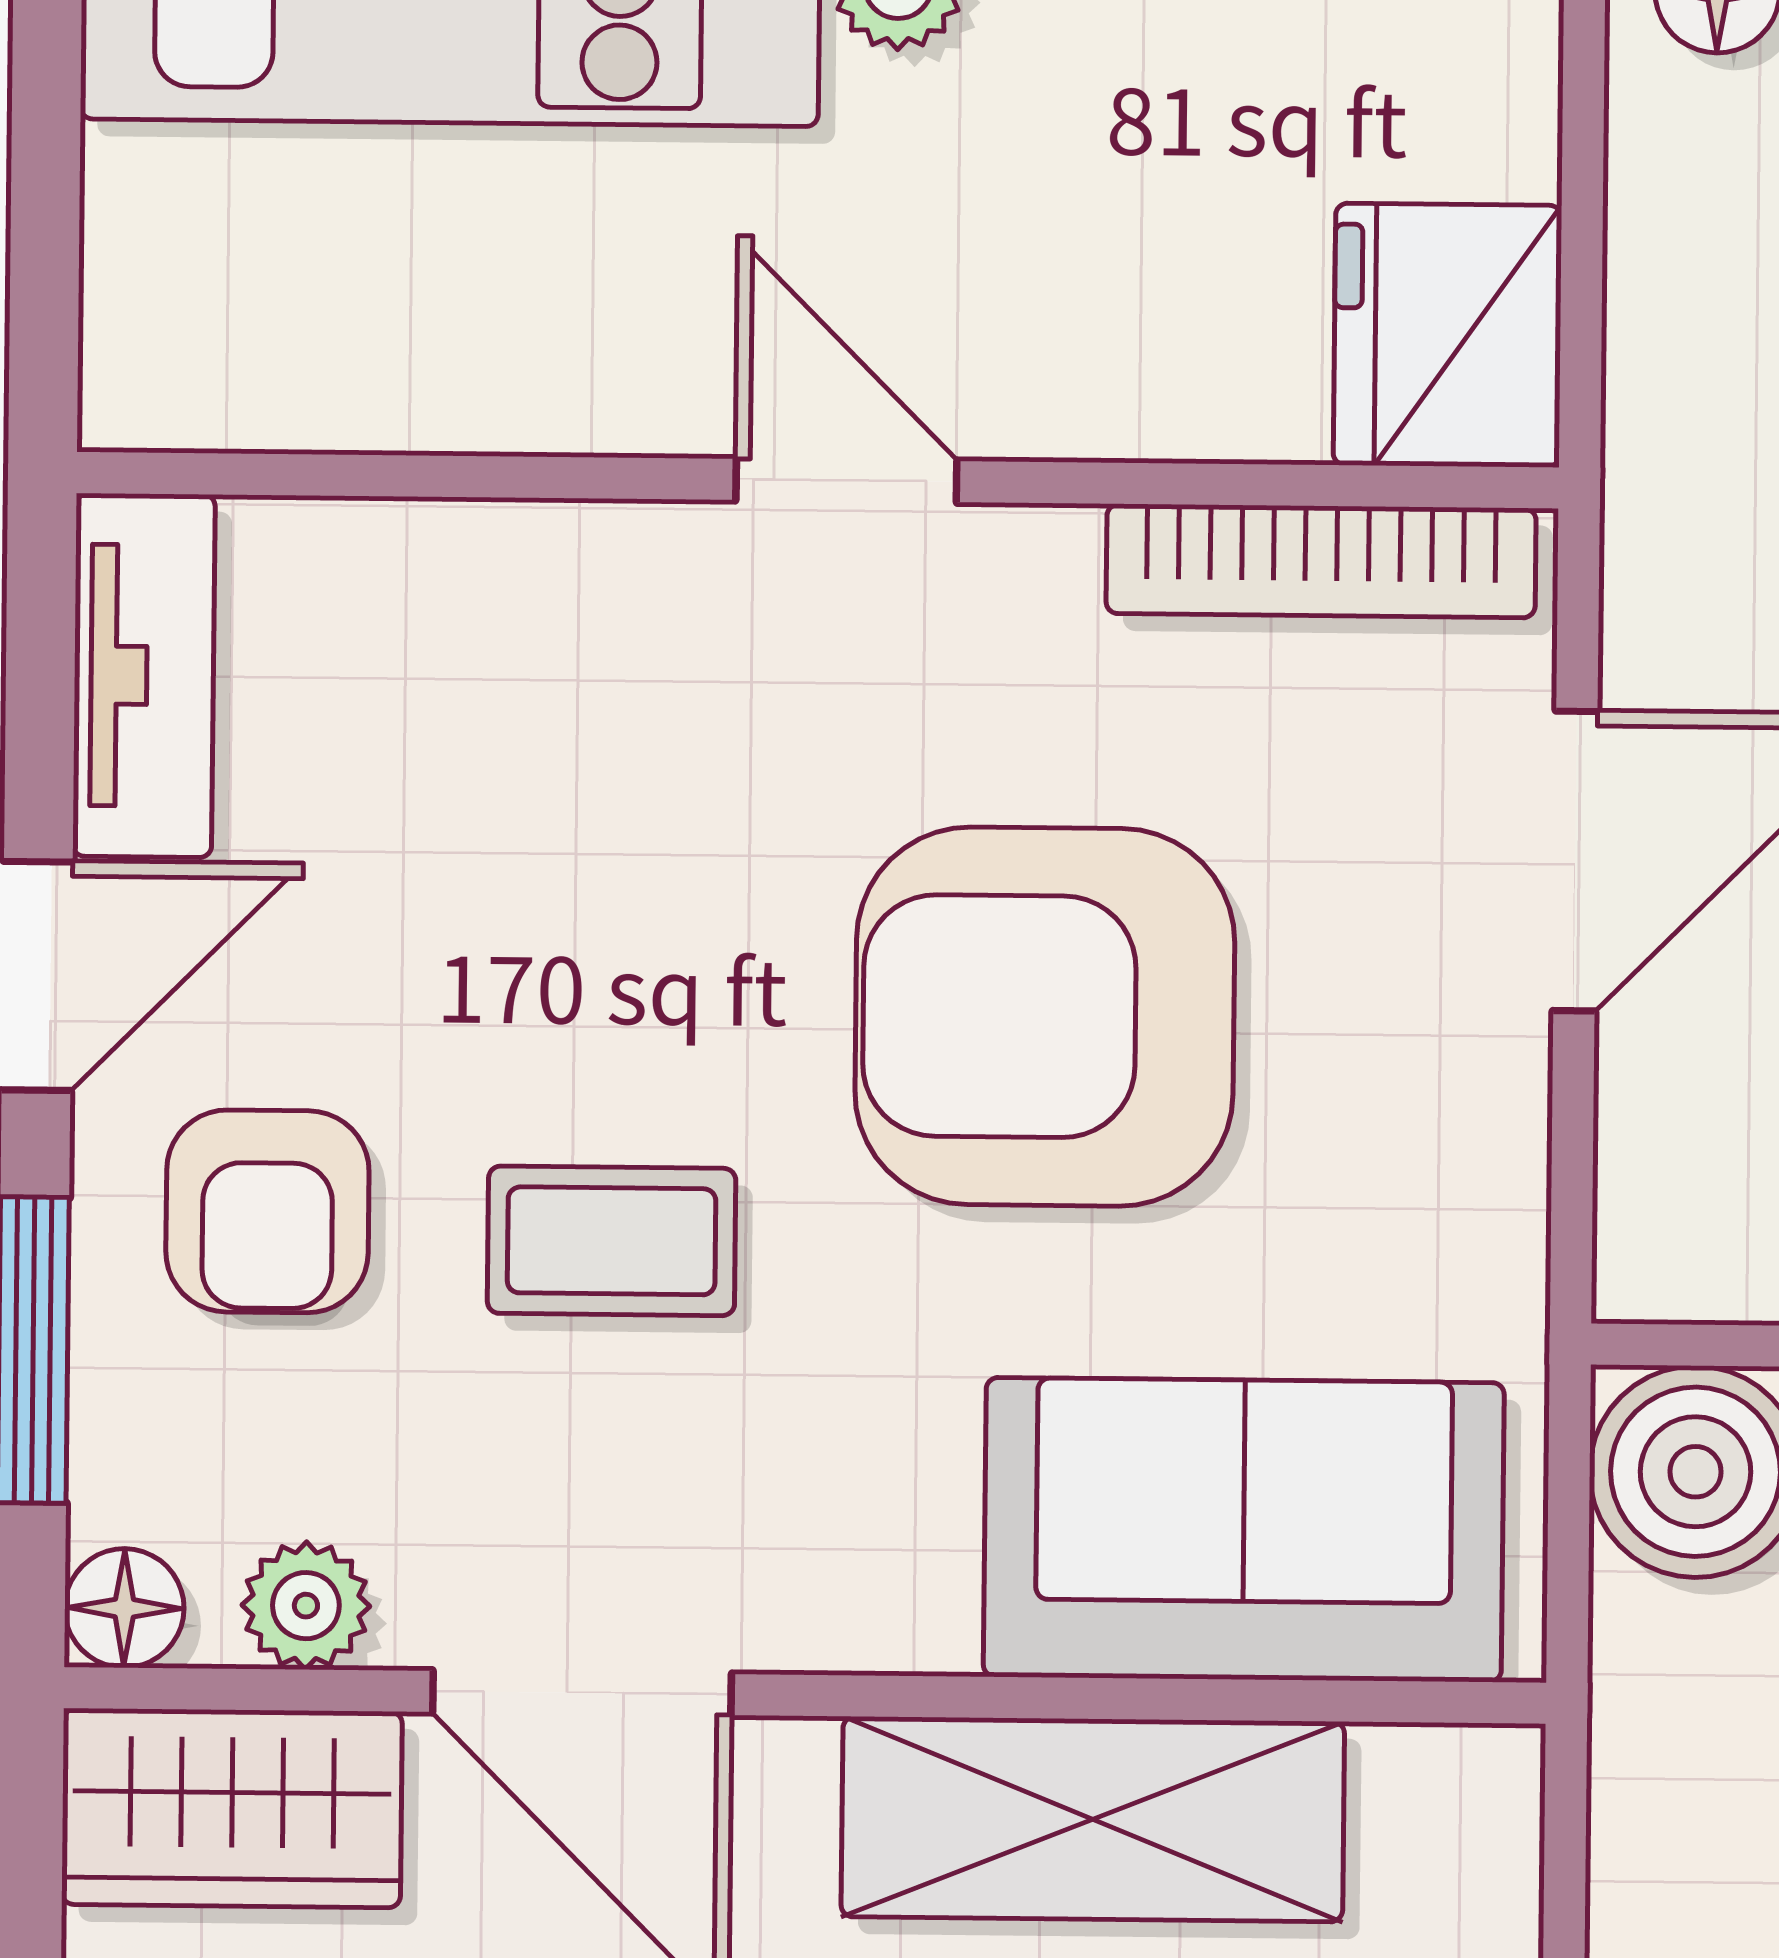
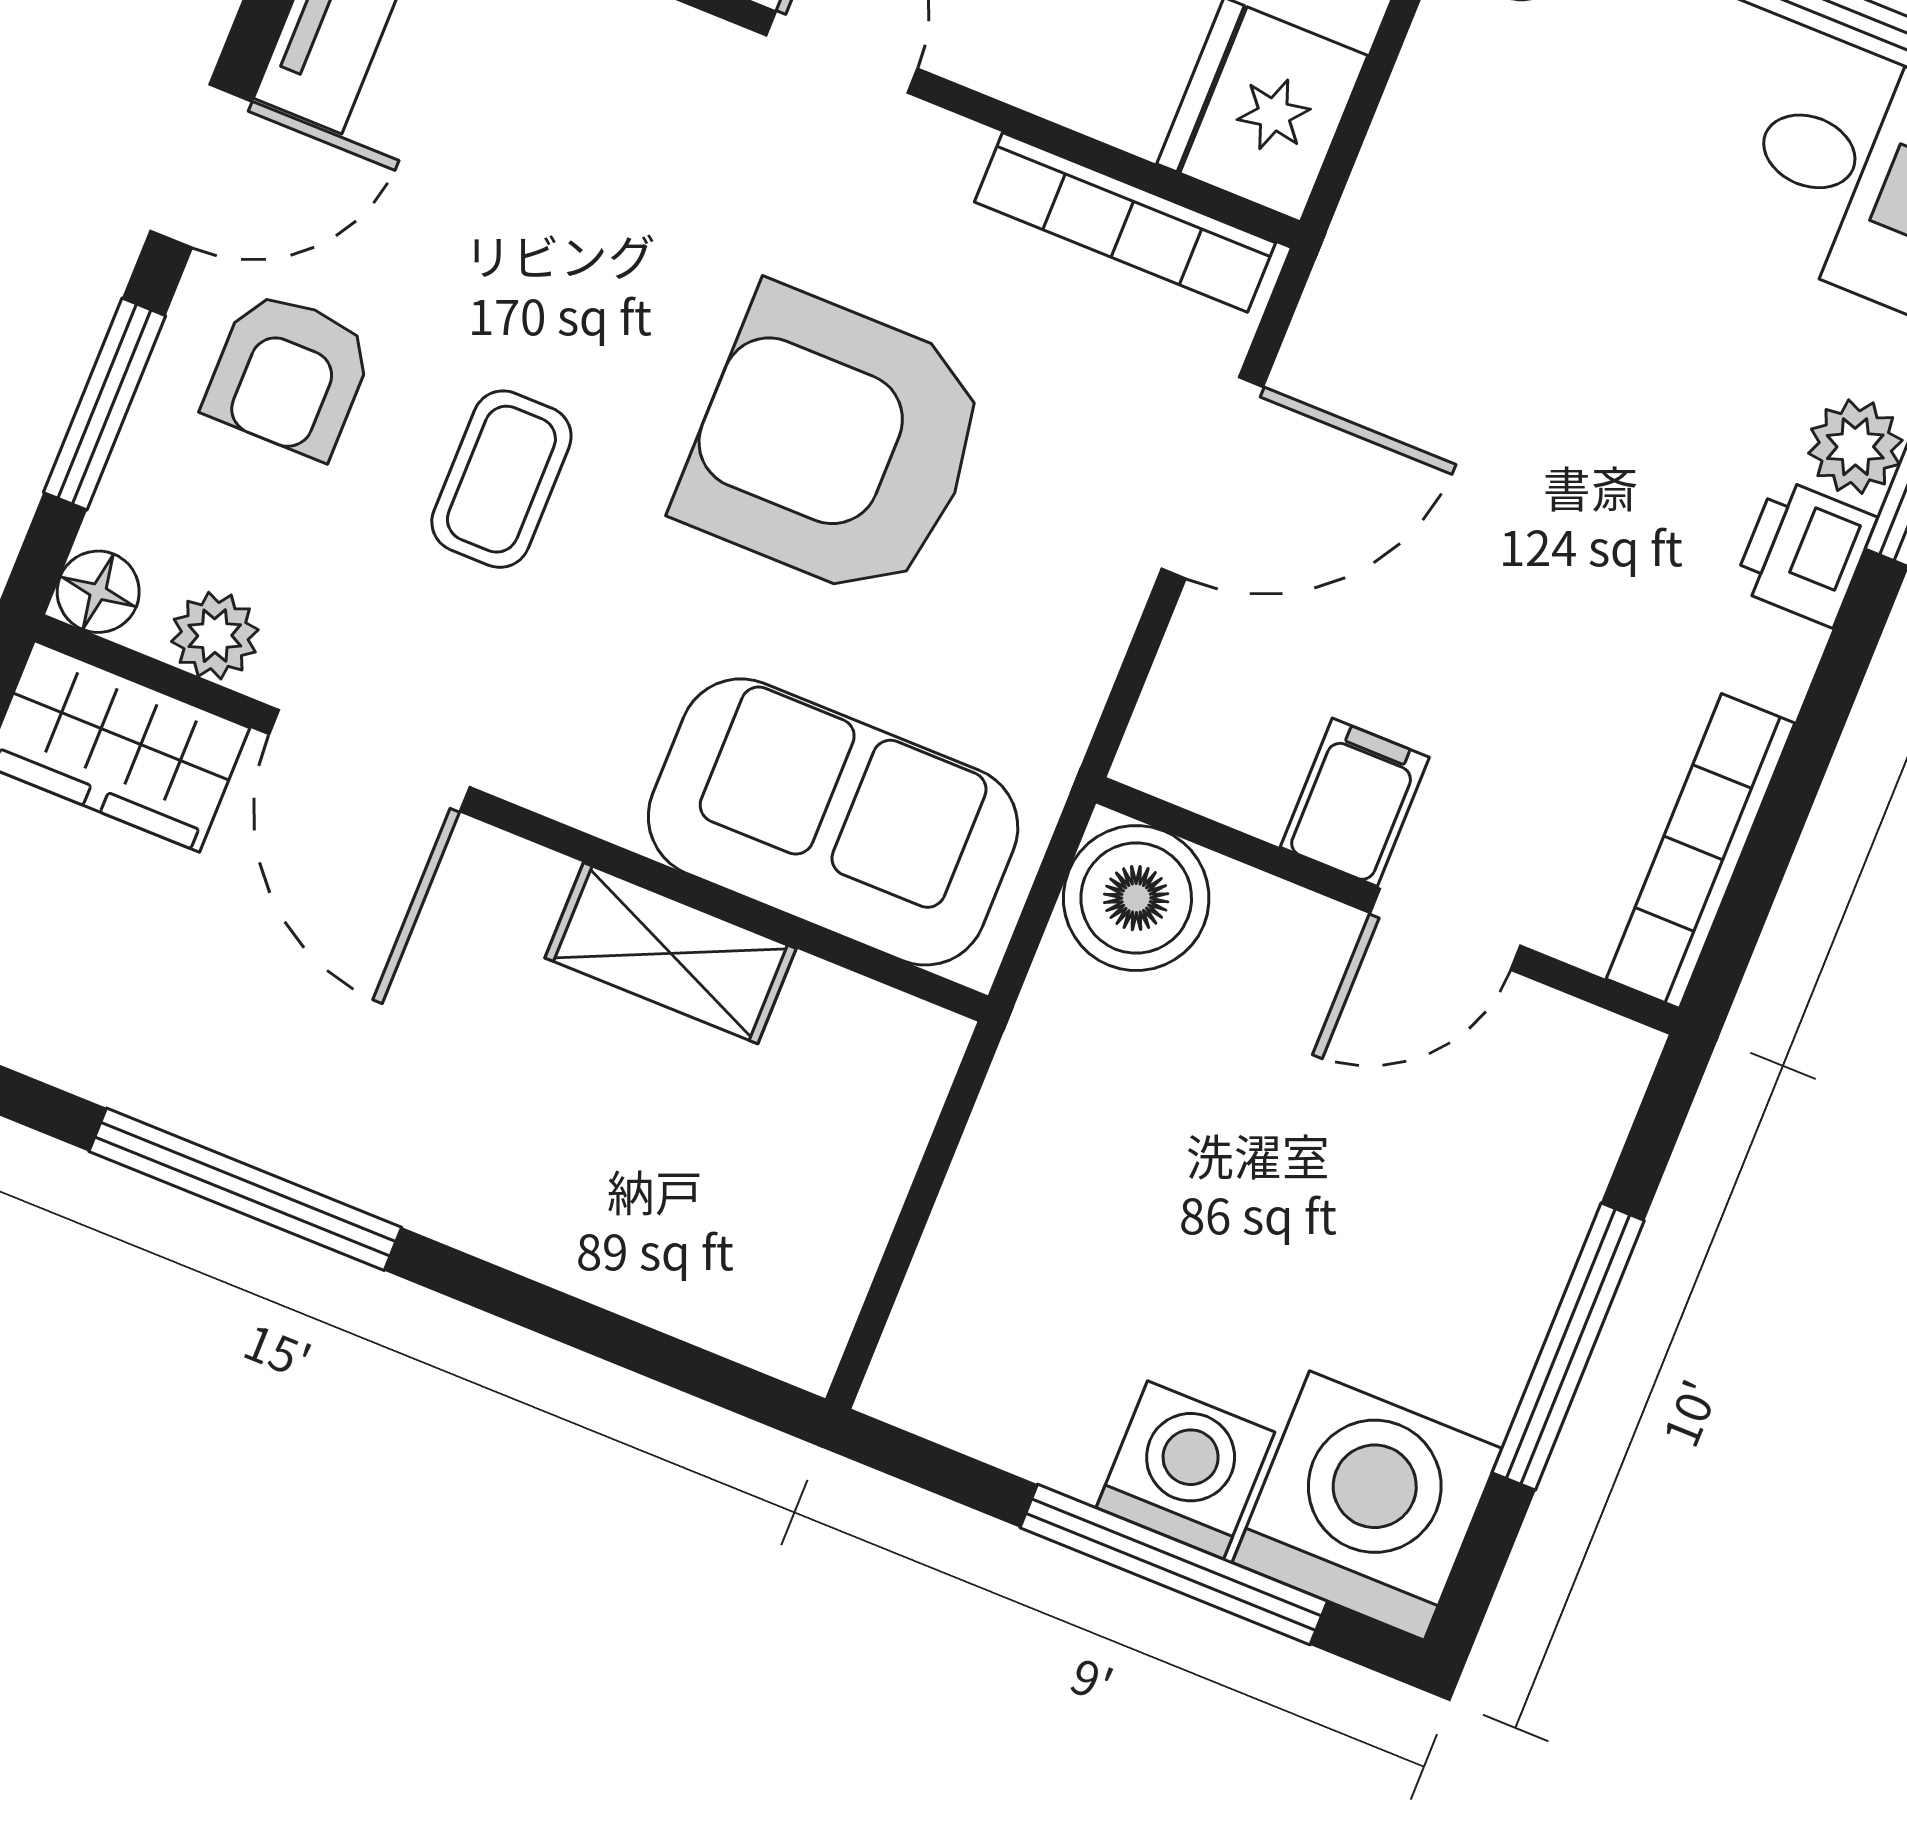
coffee table: (612, 1241) -> (501, 479), turned 90
shelving: (1093, 1819) -> (671, 953), width x0.67, depth x0.75

